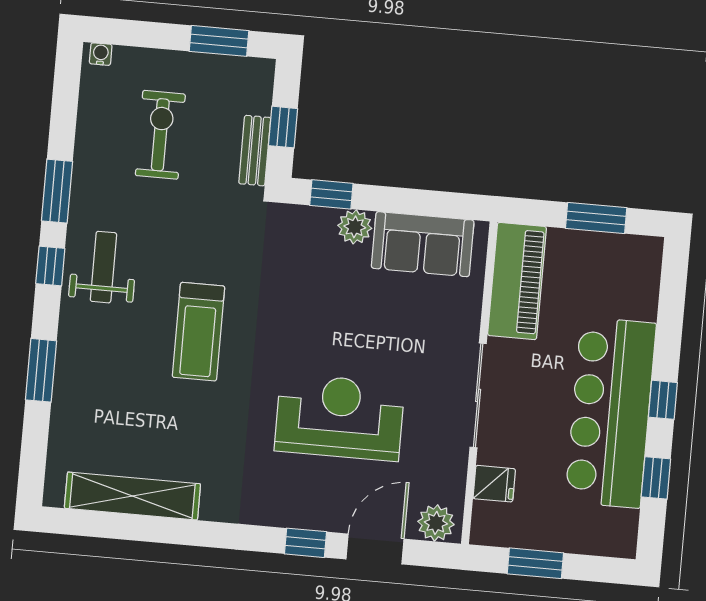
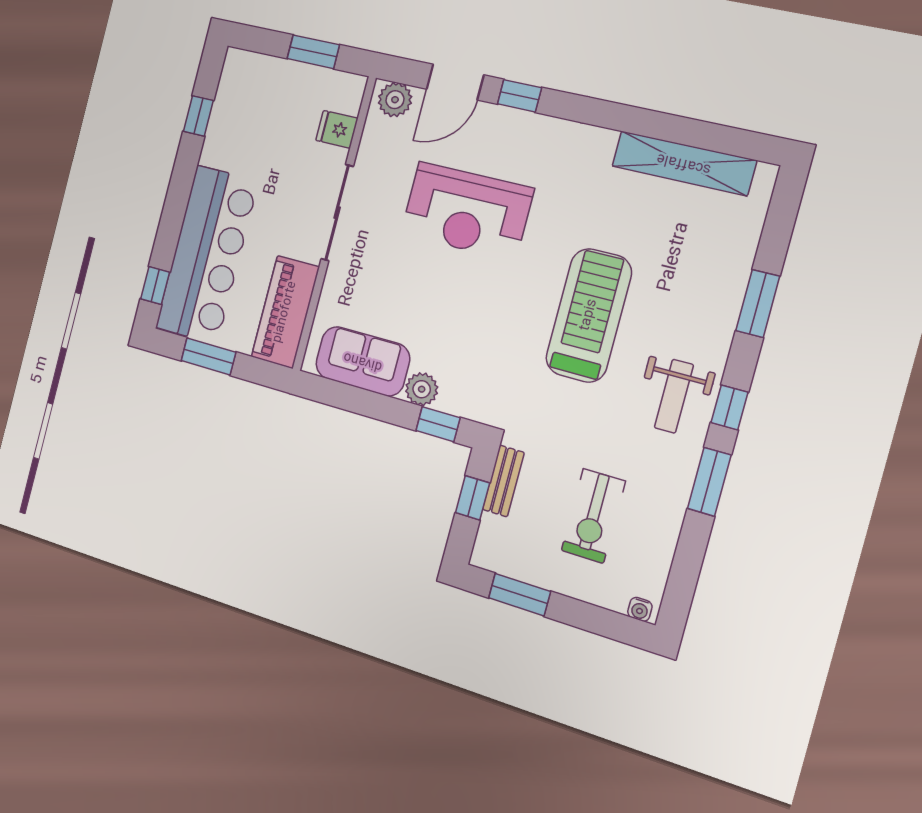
treadmill: (198, 332) -> (589, 315), width x1.37, depth x1.38
window: (663, 400) -> (155, 286), moved
bar counter: (611, 413) -> (207, 255), moved

